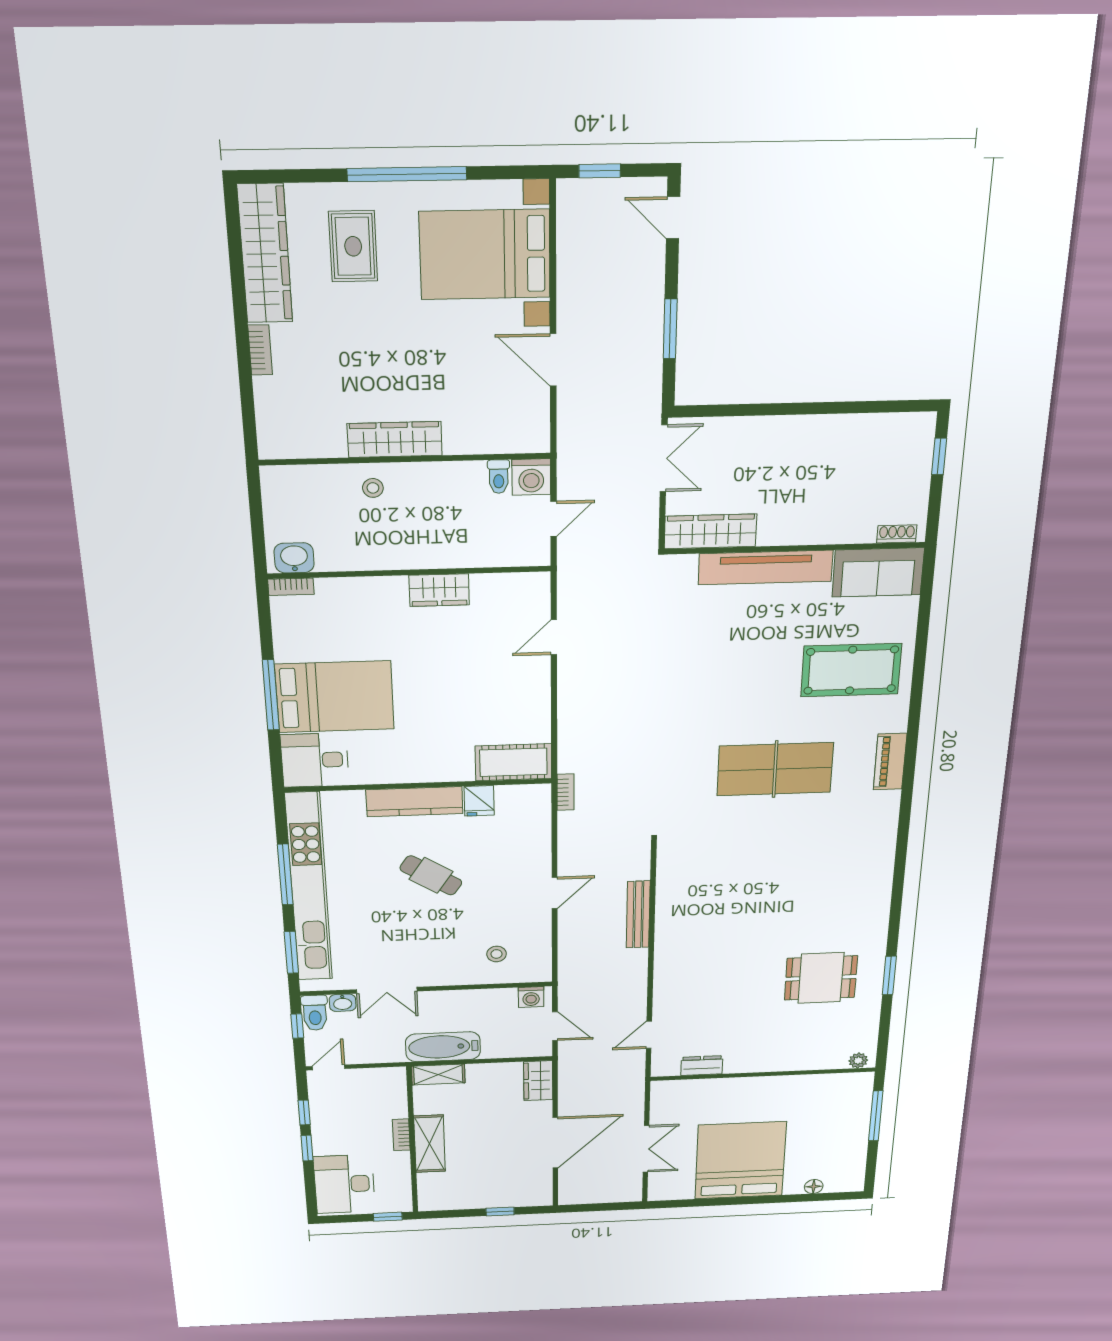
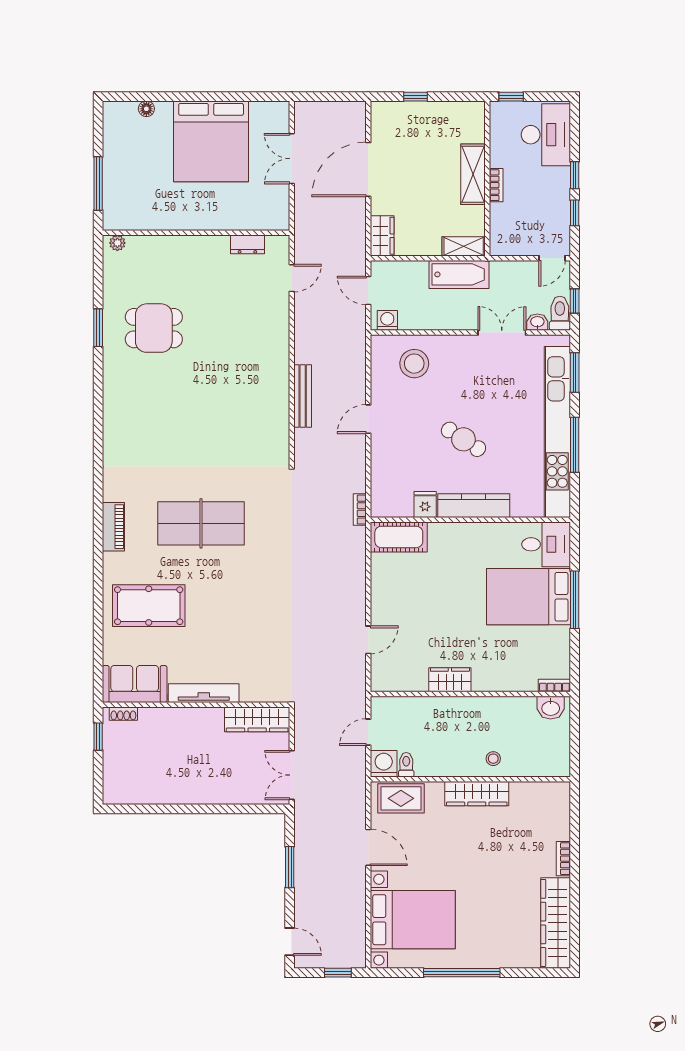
rug: (353, 246) -> (401, 798), moved, turned 90
window: (939, 456) -> (98, 737), moved
tv unit: (766, 567) -> (204, 693), width x0.73, depth x0.78
stool: (497, 954) -> (414, 364), width x1.89, depth x1.89

